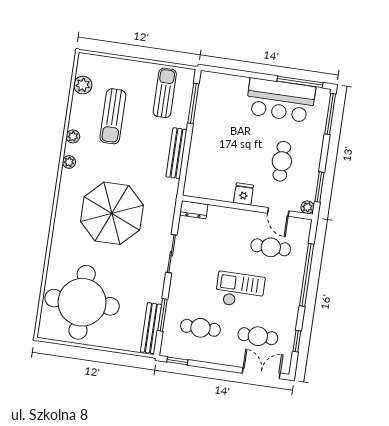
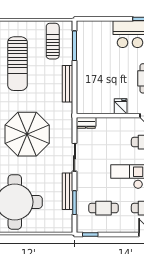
sun lounger: (113, 116) -> (17, 64), width x1.36, depth x1.34
bench: (151, 328) -> (68, 191), moved

